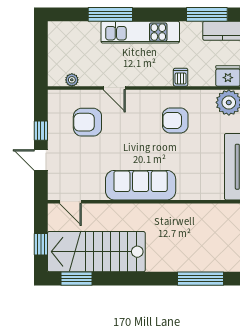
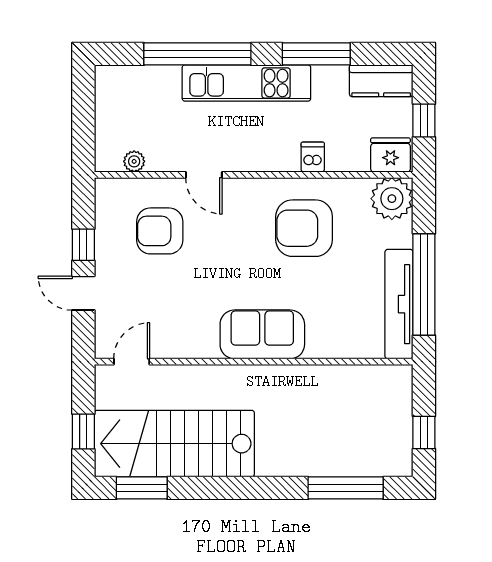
window: (110, 14) -> (197, 54), width x1.46
window: (207, 14) -> (316, 54), moved
armchair: (175, 120) -> (304, 228), width x1.36, depth x1.36
sofa: (141, 185) -> (262, 334), width x0.73
door: (70, 202) -> (132, 362), swing flipped

